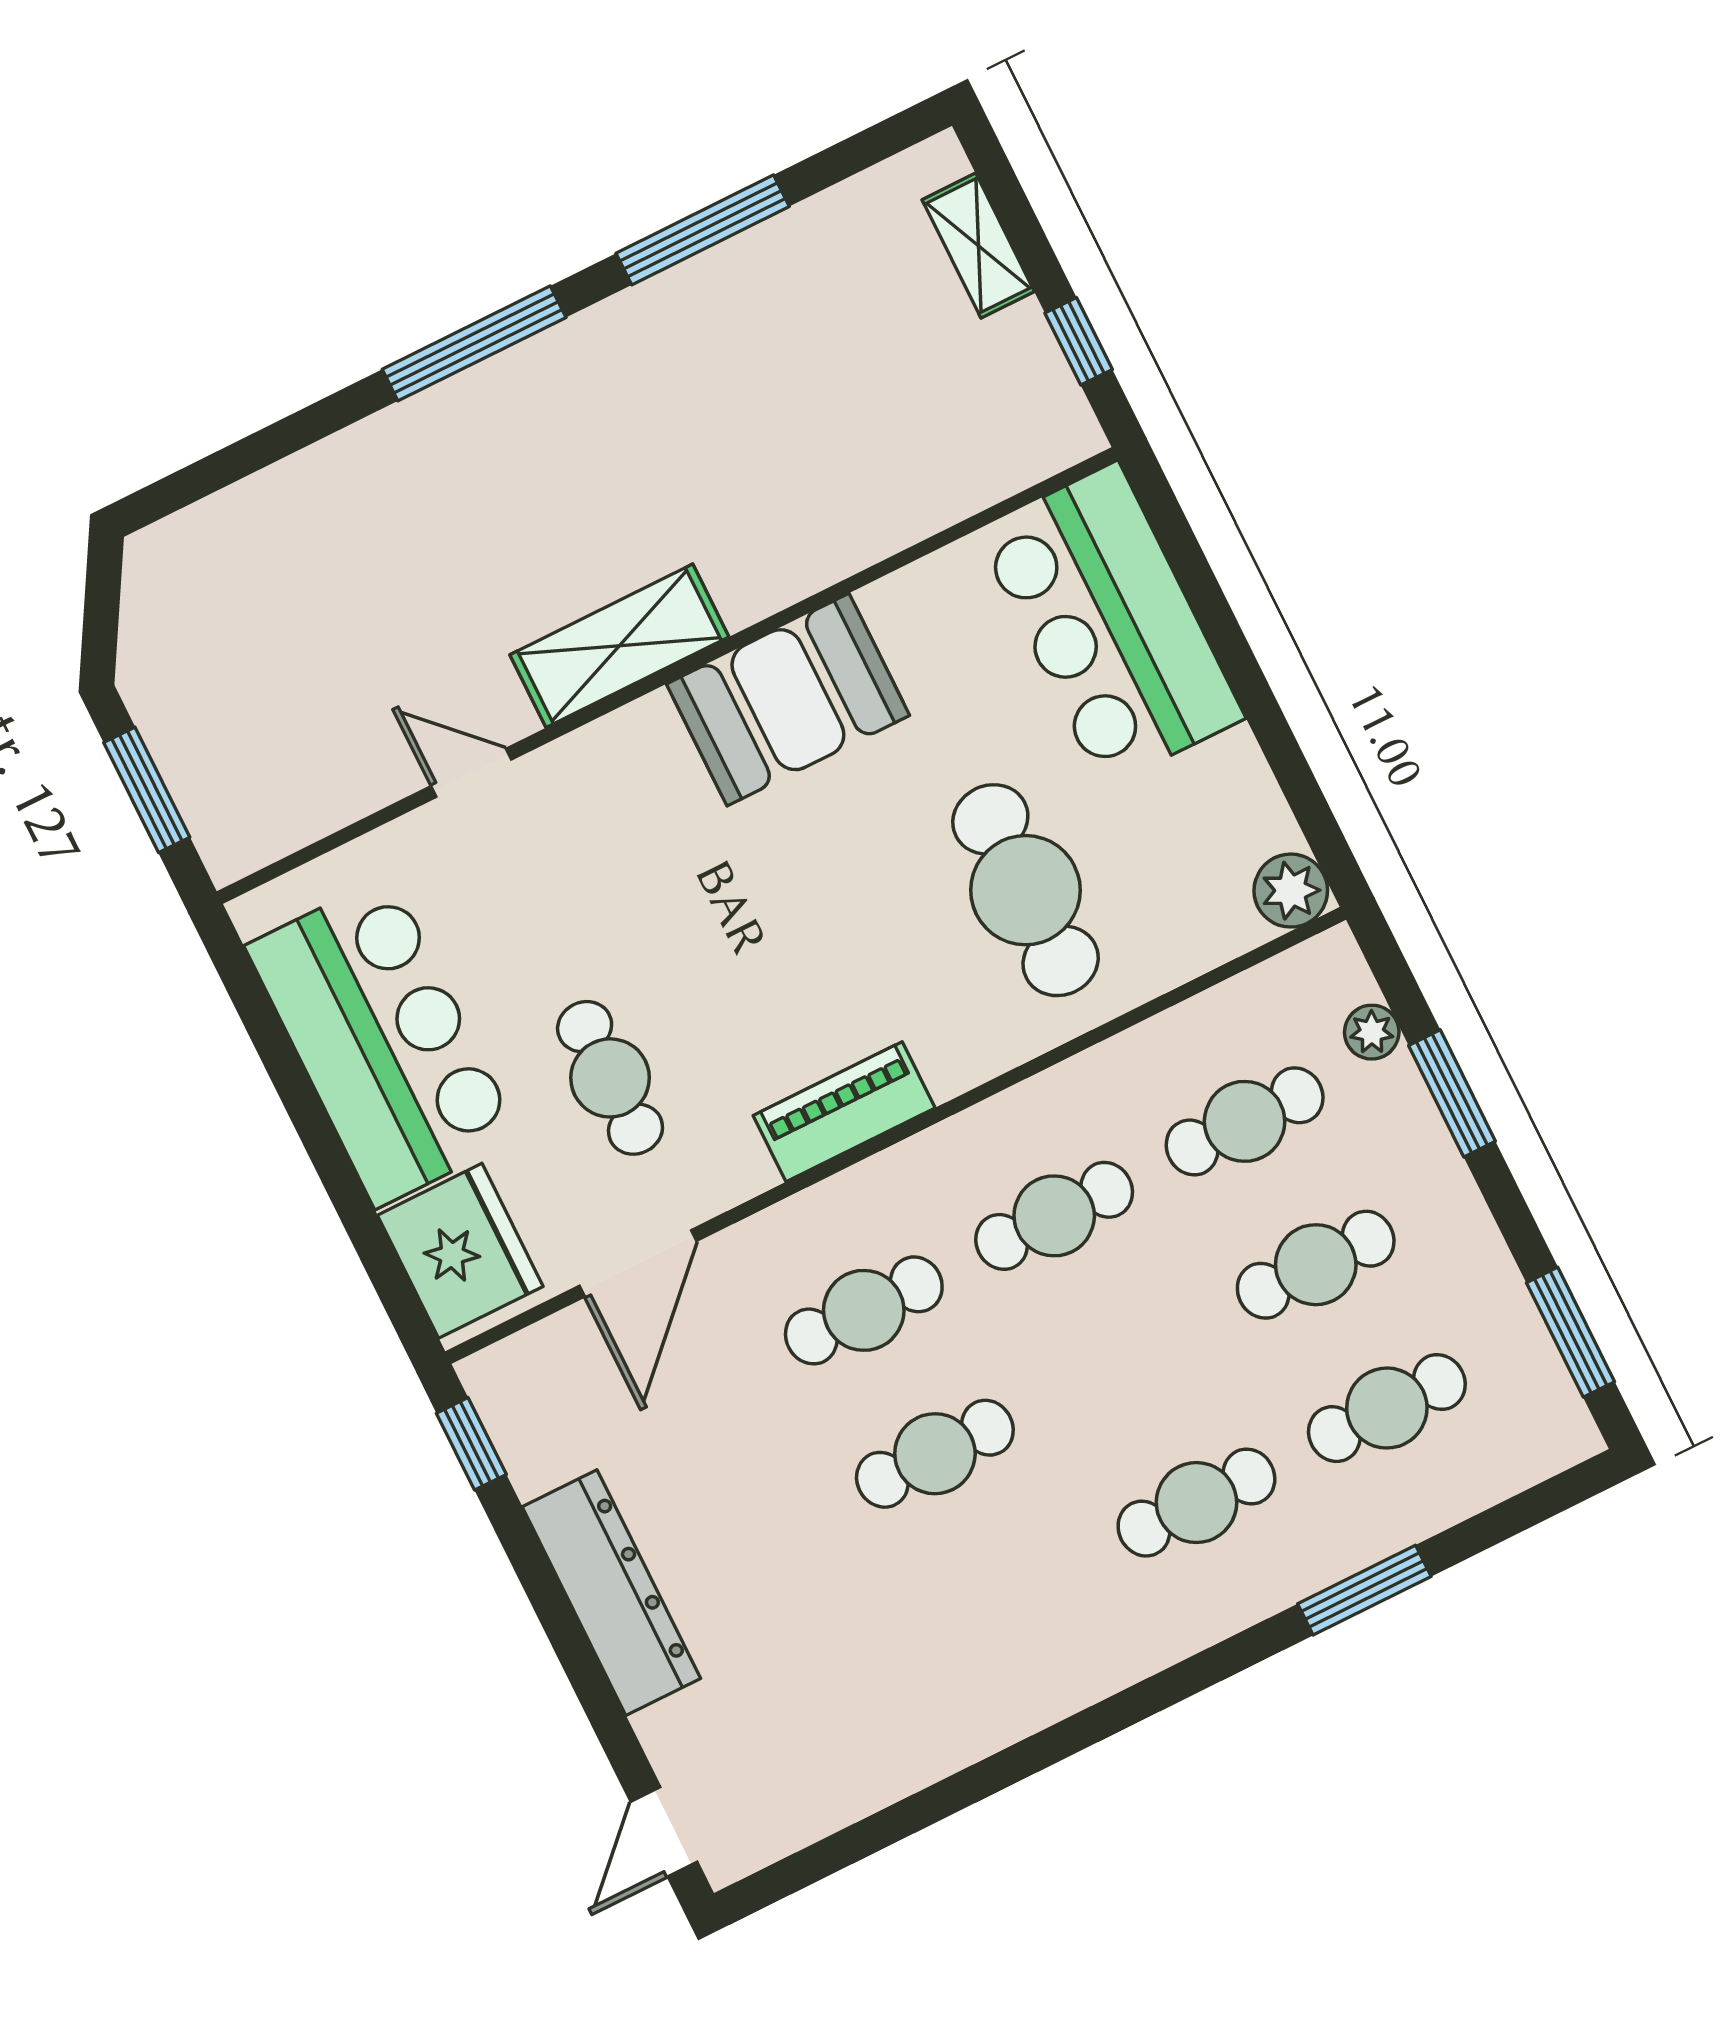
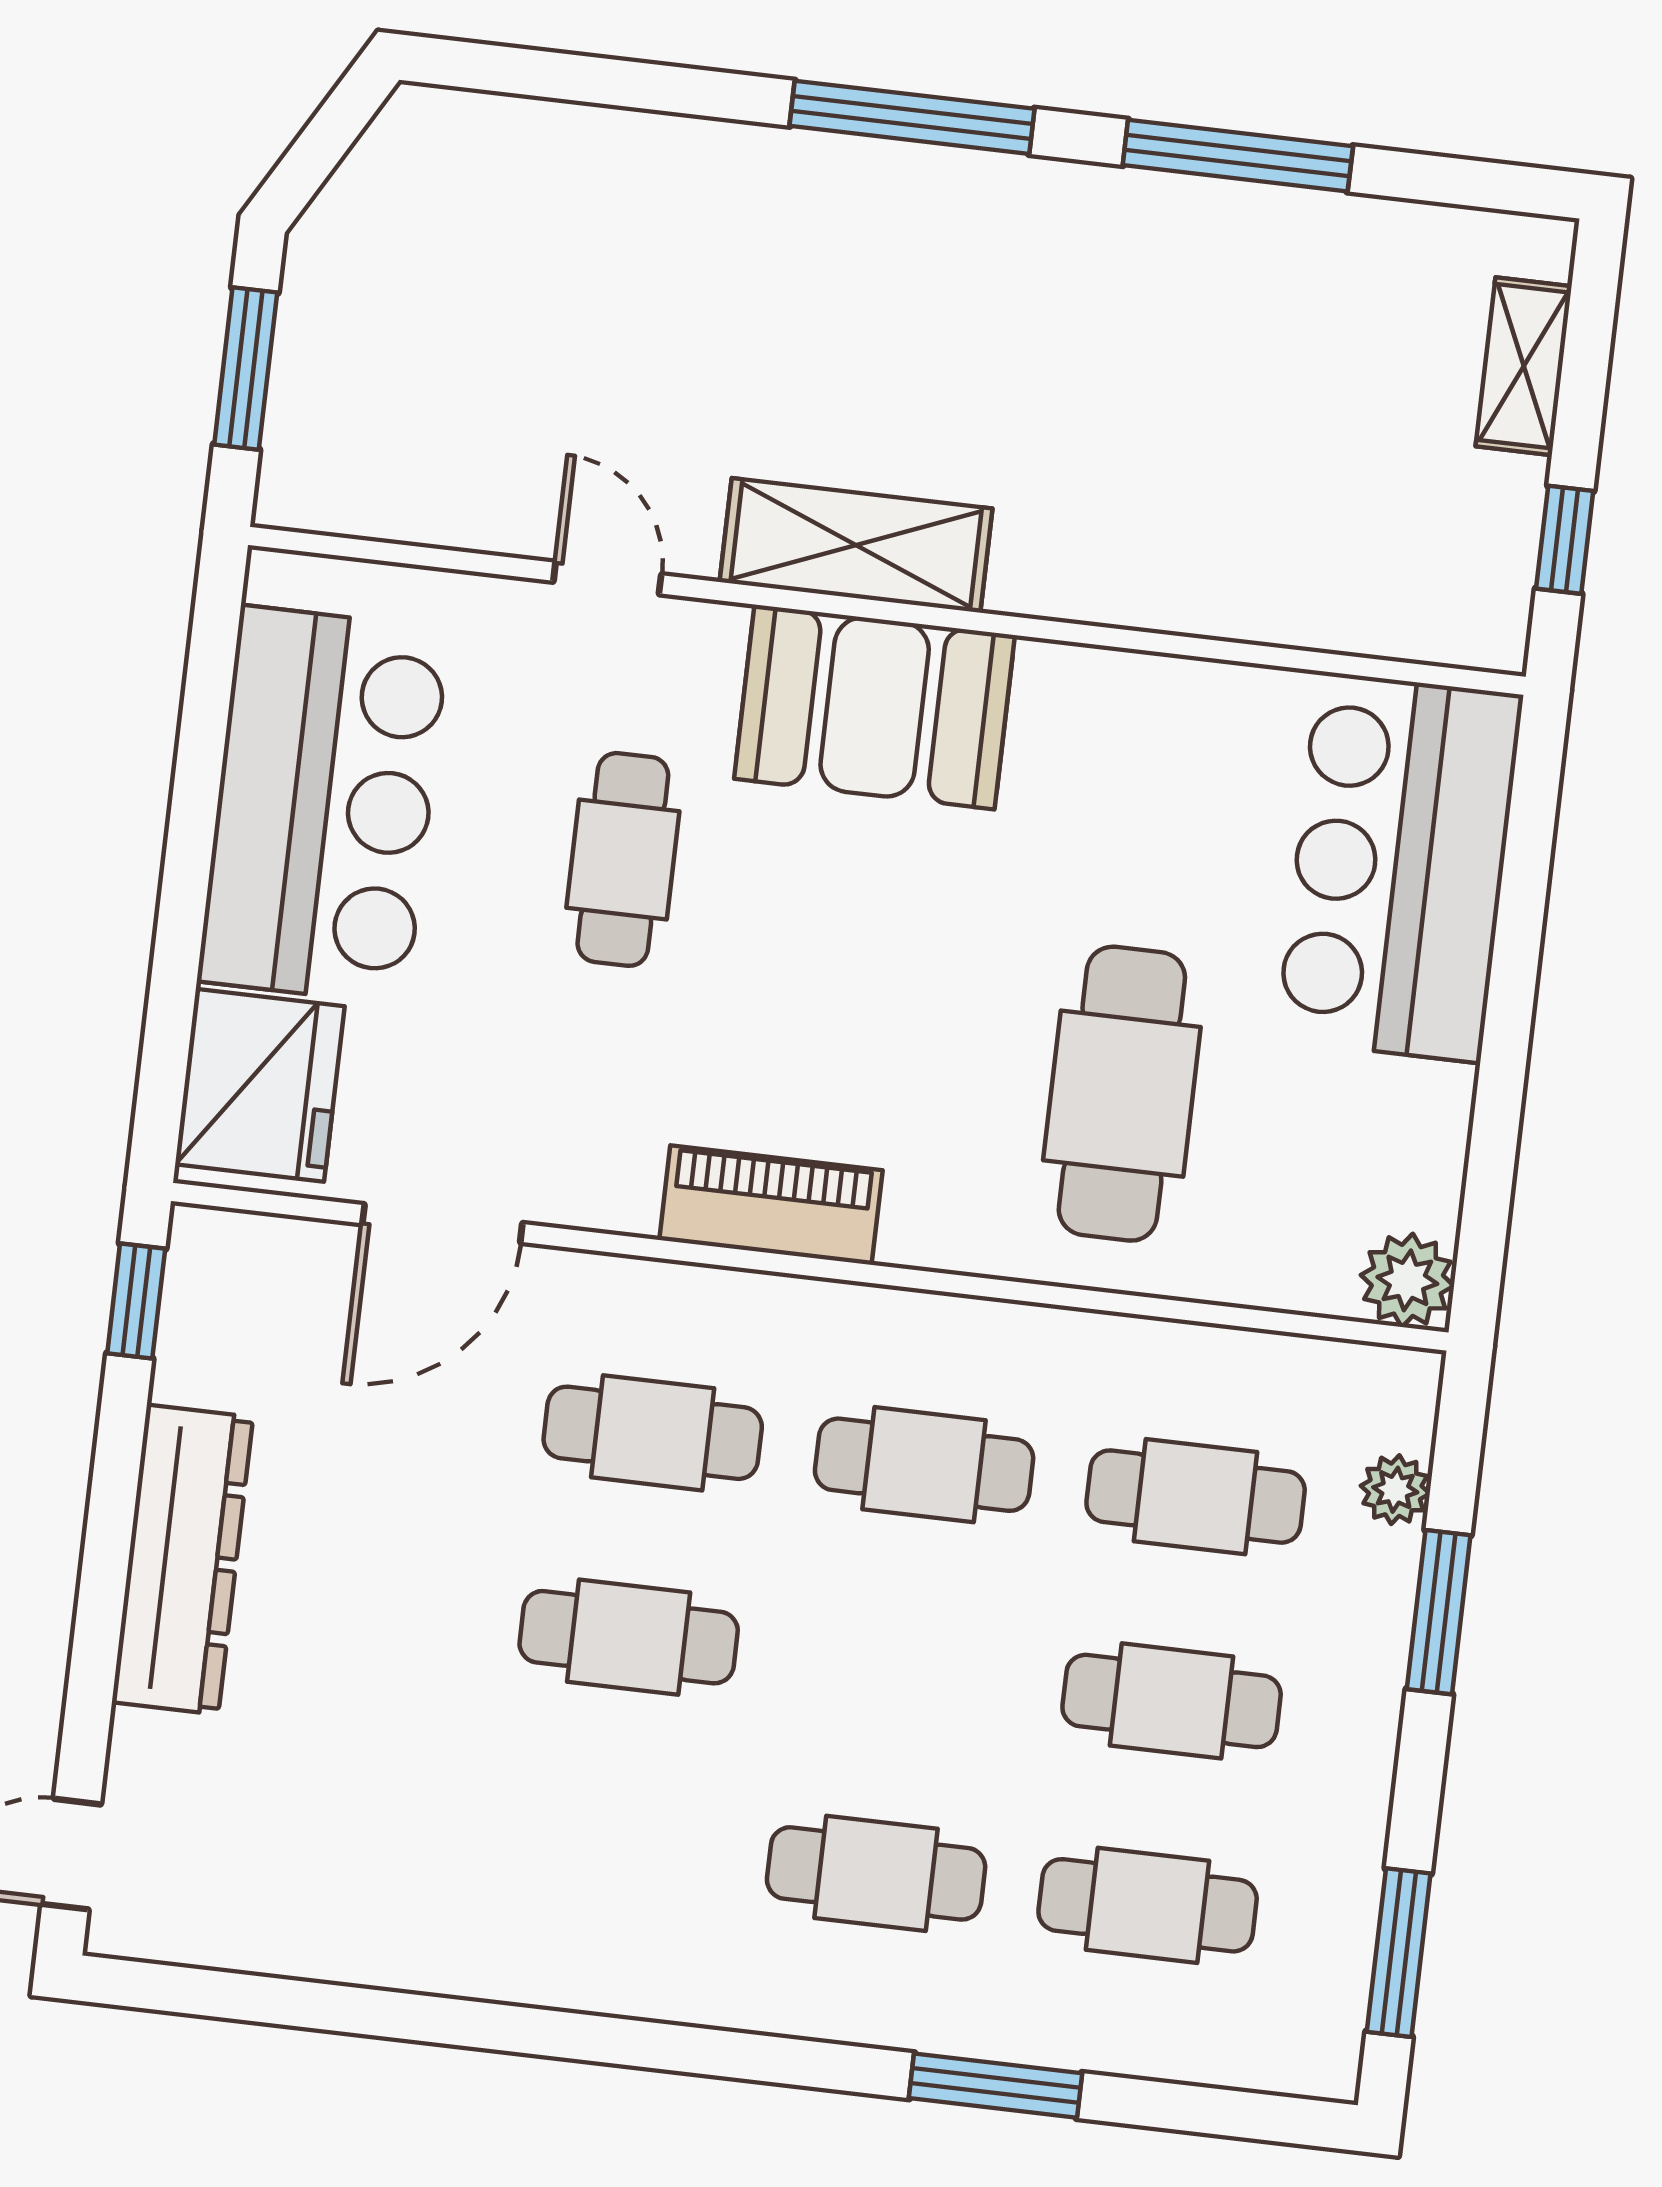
booth: (788, 700) -> (875, 707), moved
cafe table: (610, 1078) -> (623, 859), moved

